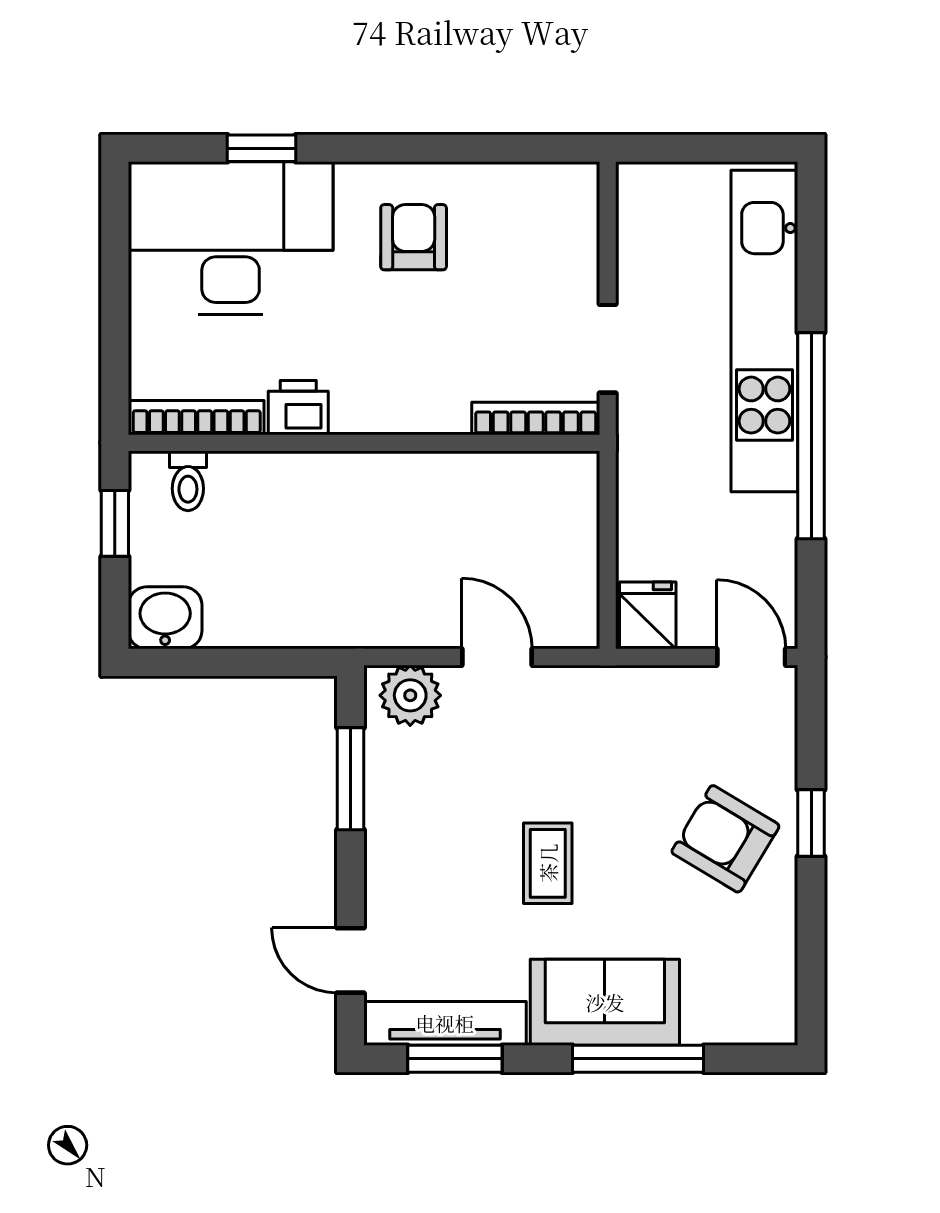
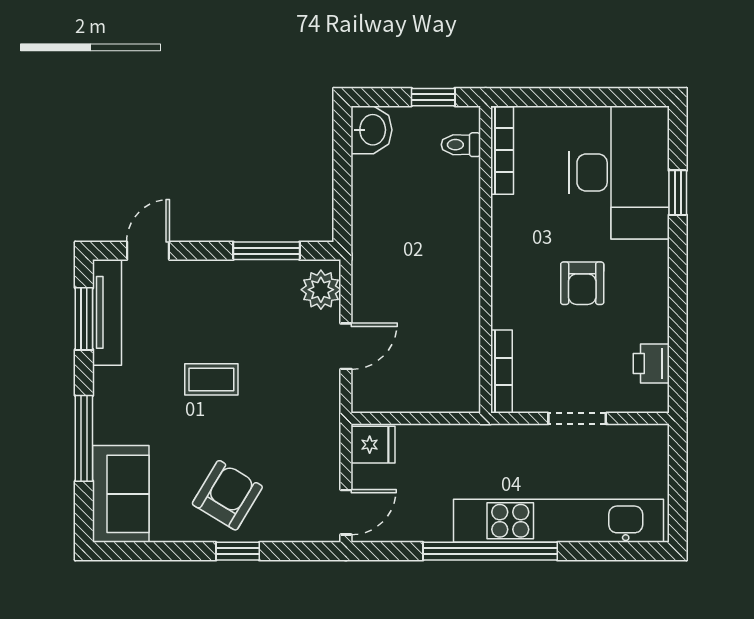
armchair: (414, 237) -> (582, 283), moved, turned 90
doorway: (608, 349) -> (577, 418), moved
printer: (298, 408) -> (651, 363), moved, turned 180
sofa: (605, 1002) -> (121, 494), moved

